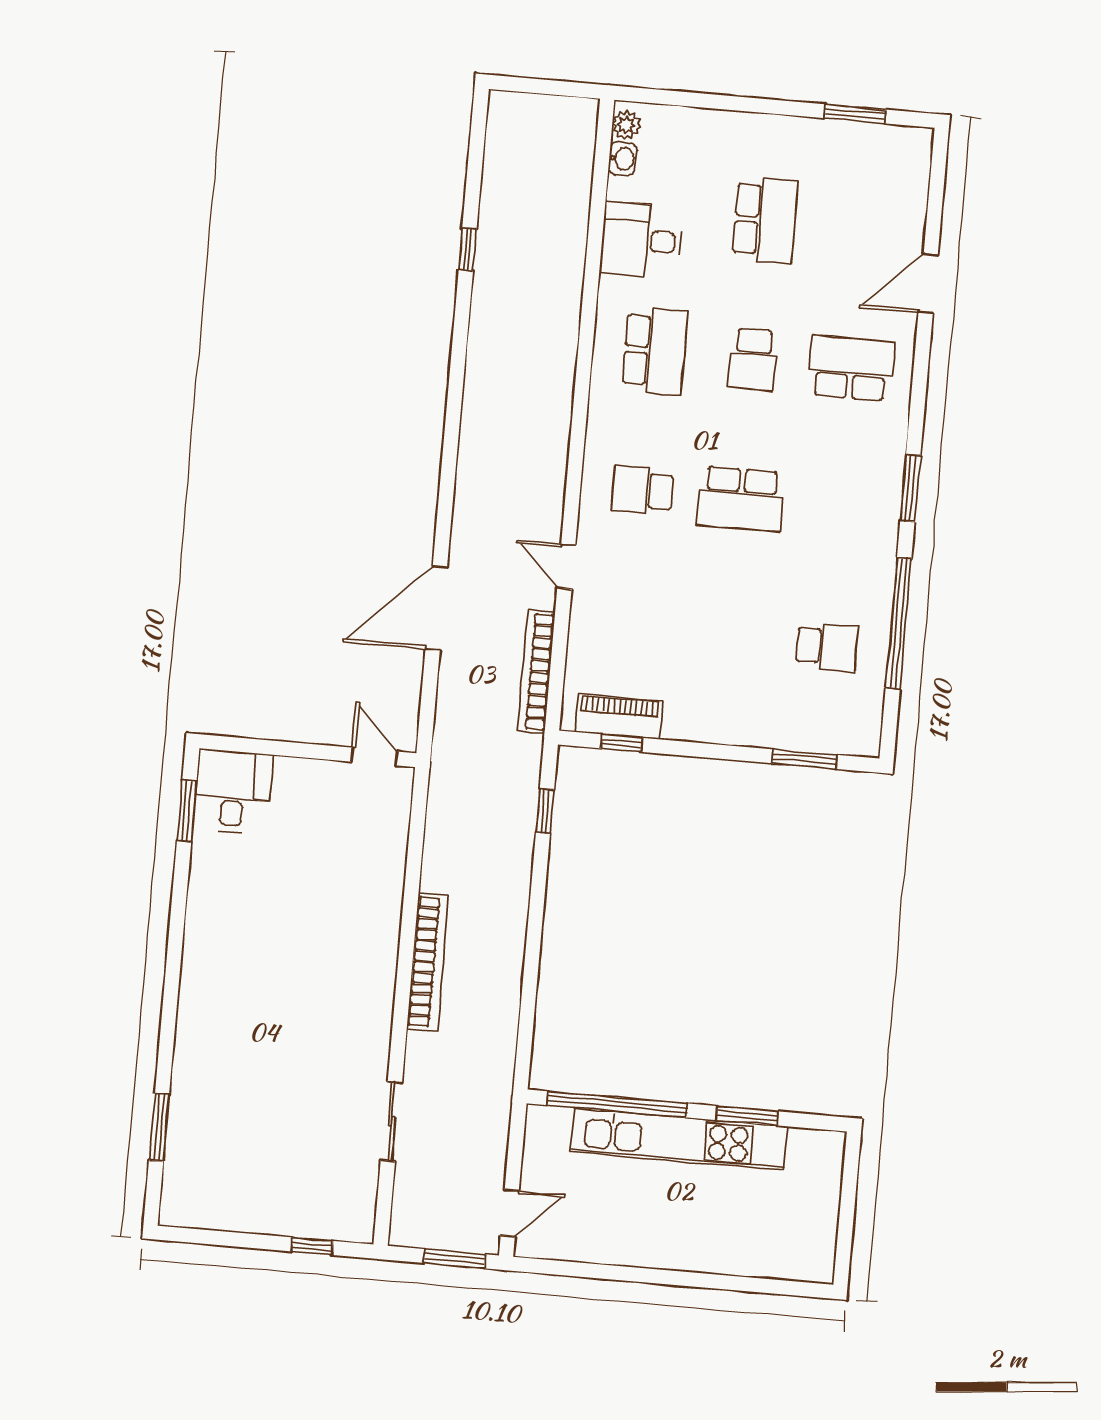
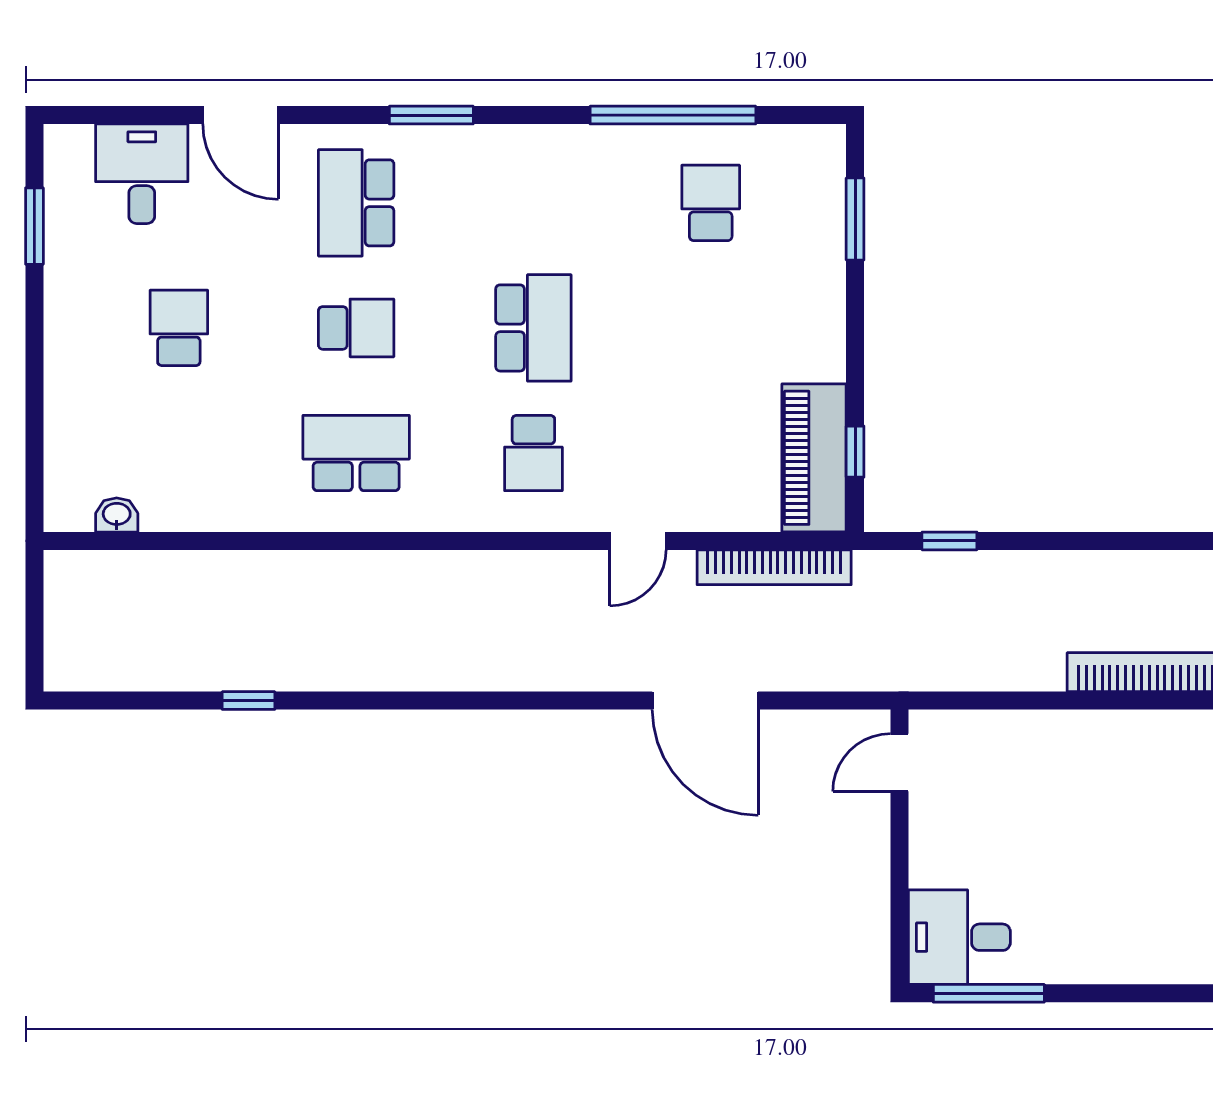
plant: (626, 125) -> (74, 514), removed
school desk: (765, 220) -> (179, 328), width x0.54
desk: (641, 240) -> (142, 174), moved, turned 180
window: (910, 488) -> (431, 115), moved
piano: (619, 717) -> (814, 458), width x1.37, depth x1.33
window: (187, 811) -> (989, 993), width x1.44

